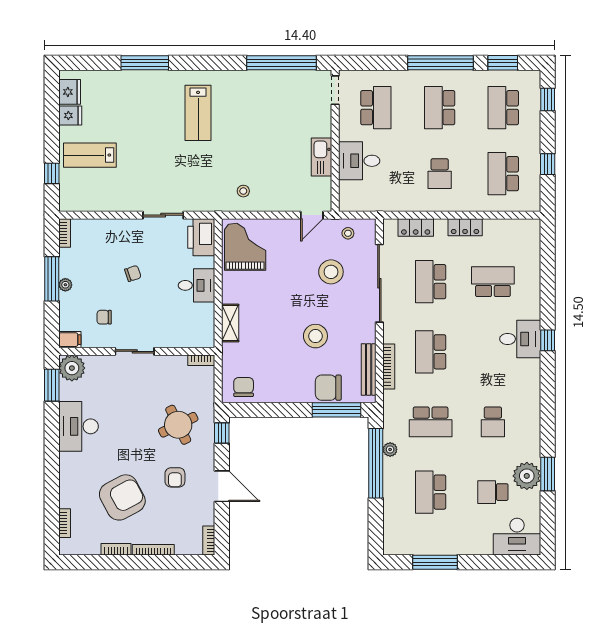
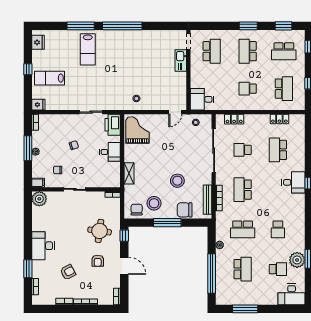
window: (281, 63) -> (122, 26), moved
window: (441, 63) -> (248, 26), width x0.47
school desk: (503, 108) -> (284, 51), turned -90
lab bench: (198, 113) -> (88, 49), moved
fridge: (70, 115) -> (38, 105), moved
kitchen sink: (321, 157) -> (181, 60), moved
desk: (359, 161) -> (202, 99), moved
window: (52, 173) -> (28, 69), moved
school desk: (440, 174) -> (248, 89), turned 90
school desk: (503, 174) -> (284, 89), turned 180
locker: (465, 227) -> (279, 119), moved
stool: (331, 272) -> (154, 203), moved
school desk: (431, 282) -> (243, 150), width x0.54
school desk: (493, 282) -> (278, 150), turned -90
window: (52, 385) -> (28, 269), moved
window: (336, 410) -> (167, 223), moved
round table: (178, 425) -> (100, 231), turned 34
desk: (78, 426) -> (43, 246), moved
window: (376, 463) -> (212, 274), moved
school desk: (431, 492) -> (243, 269), turned 180
school desk: (493, 492) -> (278, 269), turned 180
armchair: (122, 497) -> (68, 272), width x0.53, depth x0.53

